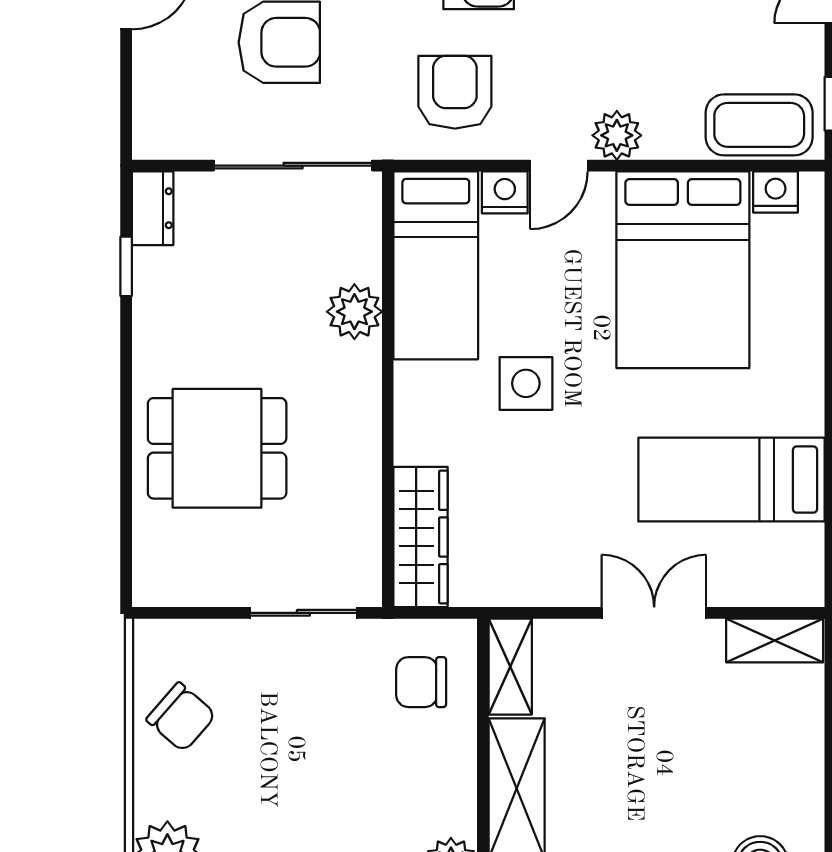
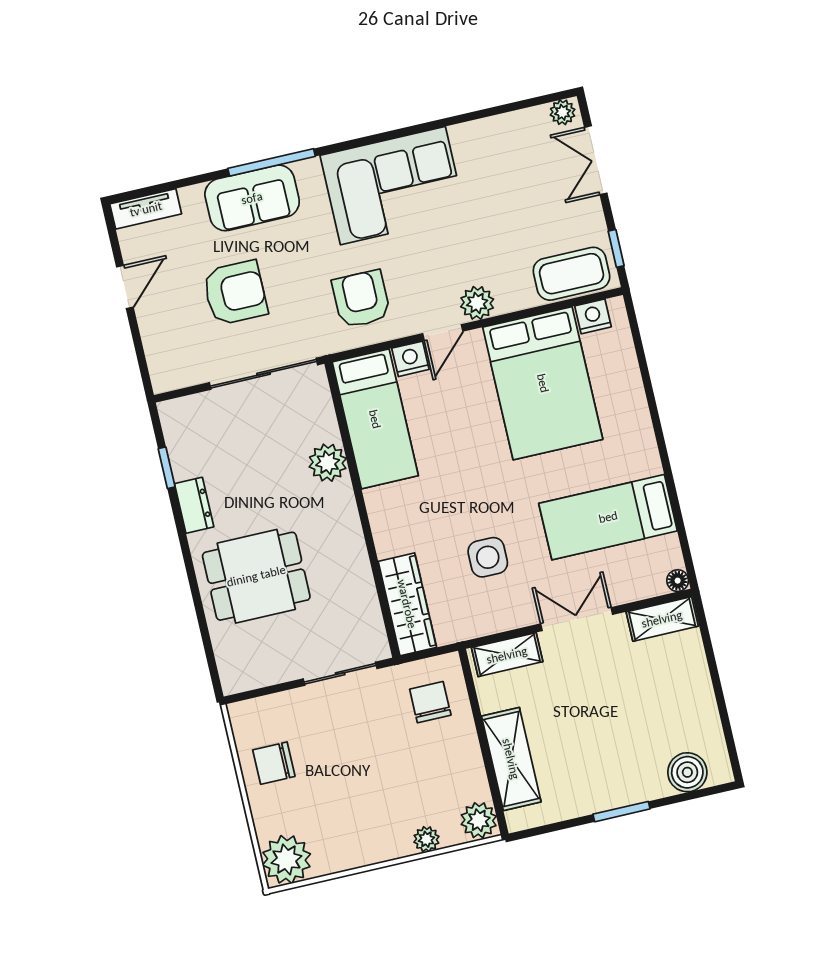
dresser: (153, 208) -> (194, 505), moved
side table: (526, 383) -> (488, 557), moved
floor lamp: (809, 591) -> (678, 581), added
shelving: (510, 667) -> (507, 655), moved, turned 90
chair: (421, 682) -> (430, 702), turned 90
chair: (181, 717) -> (274, 763), turned 139

